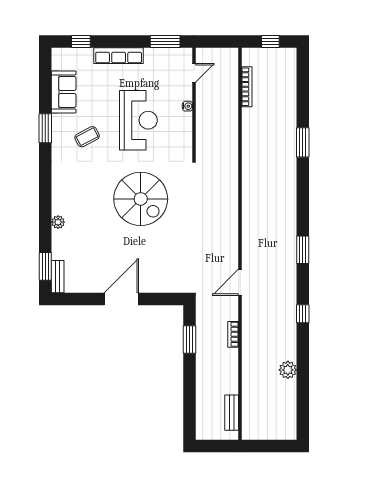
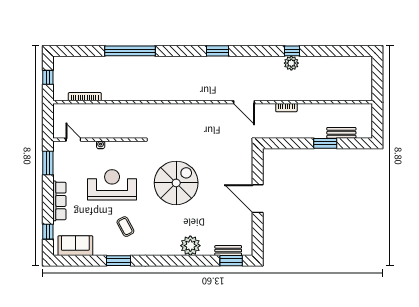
sofa: (64, 92) -> (75, 246), moved
window: (303, 142) -> (130, 51), width x2.11
plant: (58, 222) -> (190, 246), width x1.88, depth x1.88
bench: (58, 277) -> (228, 251), moved
window: (303, 314) -> (292, 51), moved
window: (189, 340) -> (325, 143), moved
plant: (288, 370) -> (291, 63), moved
bench: (232, 413) -> (341, 133), moved

